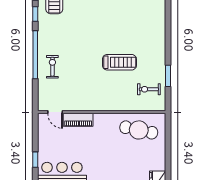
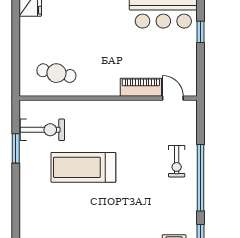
treadmill: (119, 62) -> (83, 167), width x1.37, depth x1.38
exercise bike: (149, 89) -> (42, 130), width x1.38, depth x1.39
cafe table: (139, 130) -> (56, 73), width x0.73, depth x0.74

